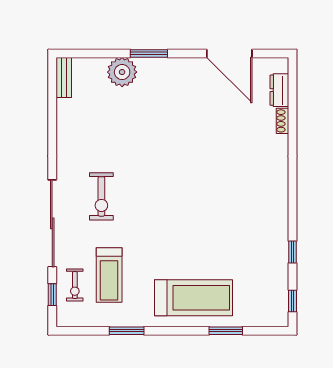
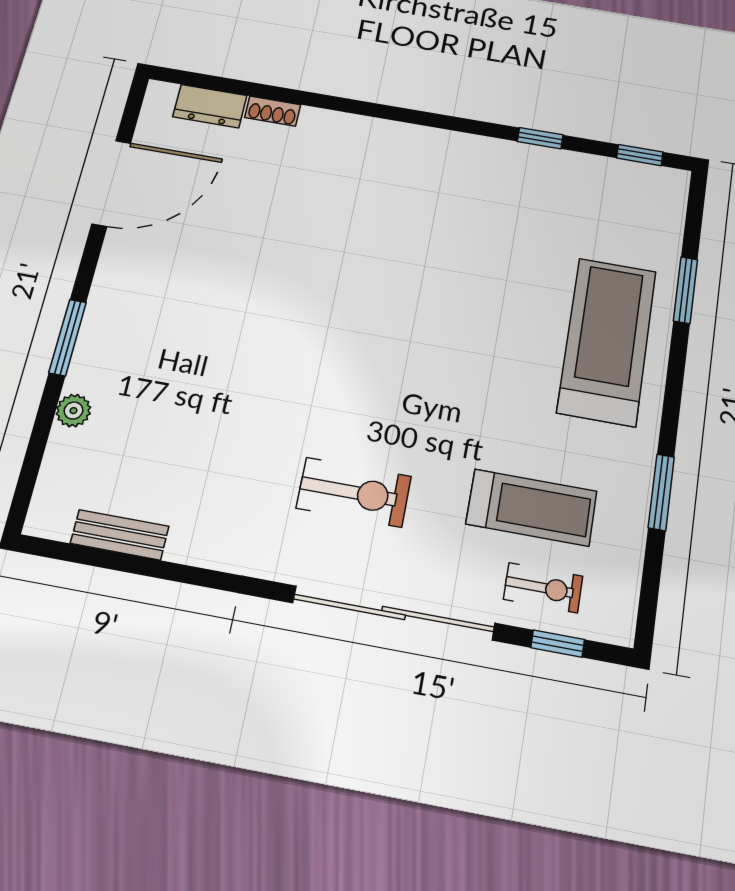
plant: (122, 72) -> (73, 411), width x0.53, depth x0.53
bench: (64, 77) -> (120, 535), moved

